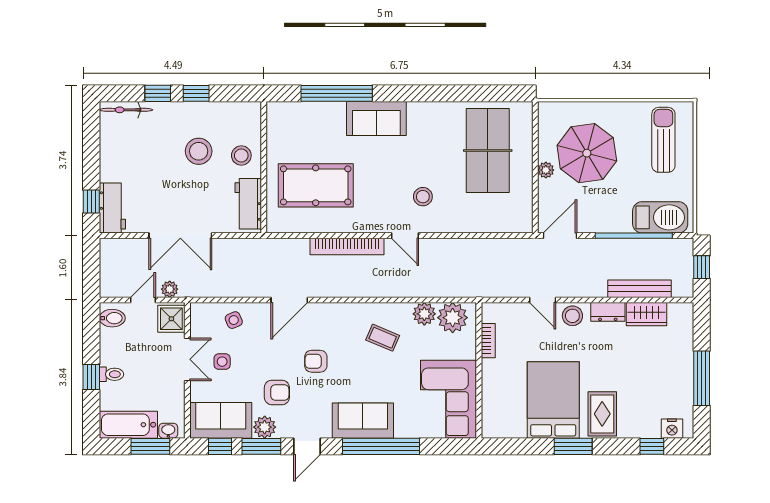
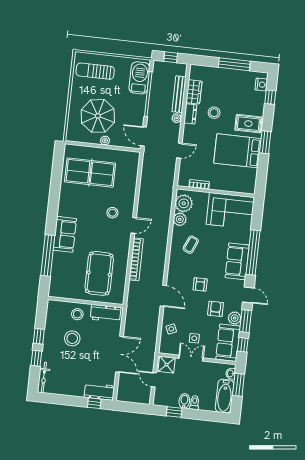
plant: (170, 289) -> (177, 118), moved
stool: (572, 316) -> (214, 113), moved
bidet: (112, 318) -> (184, 401), moved
window: (91, 377) -> (174, 412), moved

